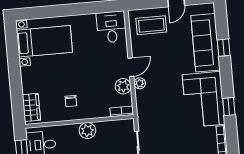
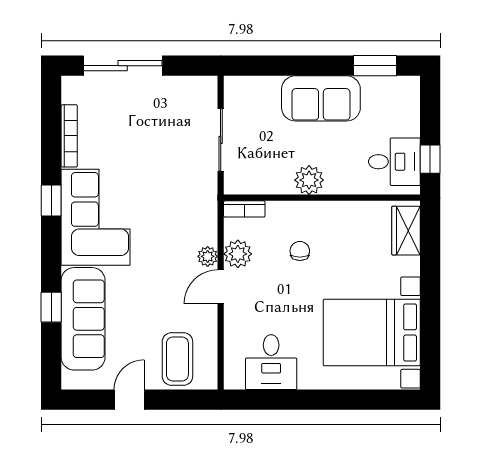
coffee table: (151, 25) -> (177, 359), turned 90
desk: (111, 27) -> (271, 362), moved
bed with nightstands: (44, 41) -> (372, 332), width x1.36
chair: (71, 101) -> (300, 251), moved

